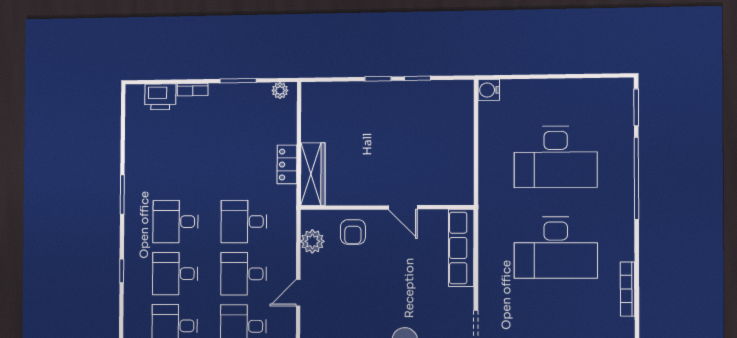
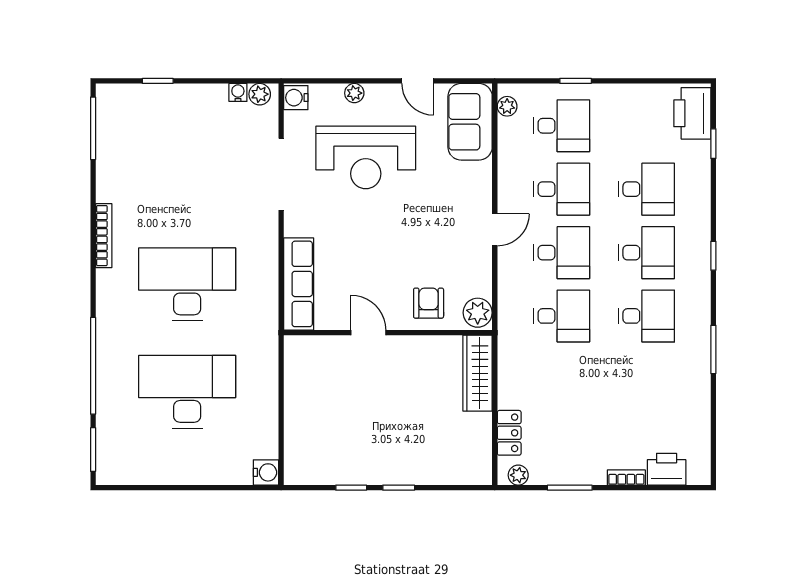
locker: (287, 164) -> (509, 433), moved
plant: (312, 241) -> (478, 313), moved

